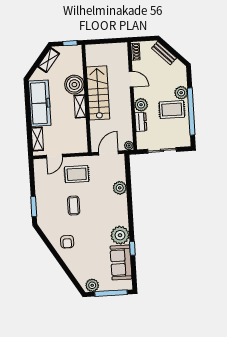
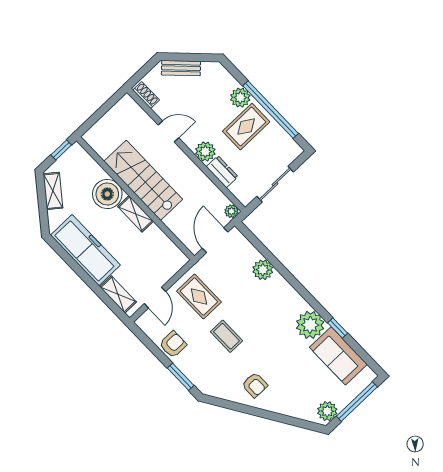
rug: (77, 174) -> (199, 297), turned 90
armchair: (44, 187) -> (173, 344), added

